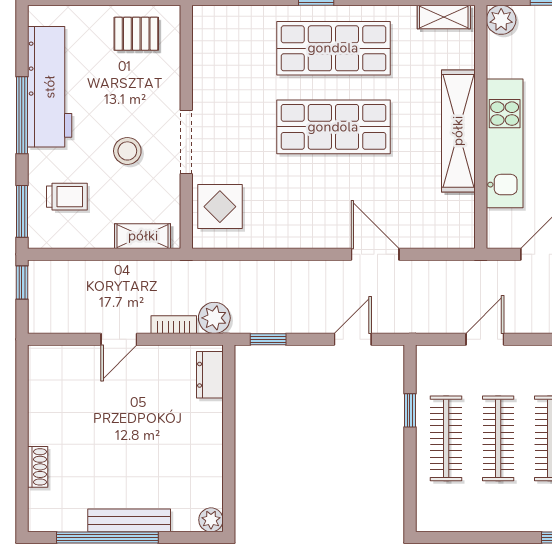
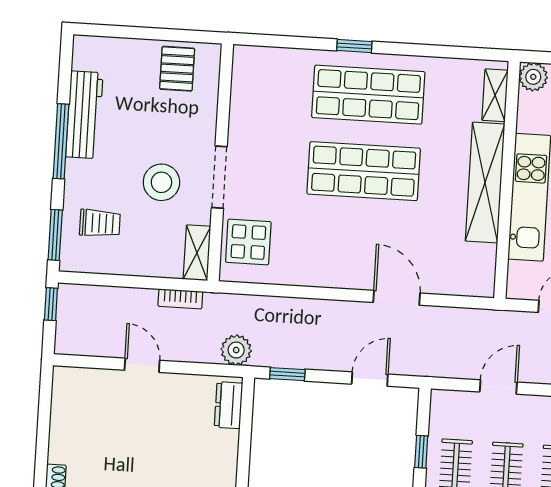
shelving: (444, 17) -> (495, 95), moved, turned 90
pallet: (136, 34) -> (177, 69), turned 90
workbench: (50, 87) -> (84, 115), width x0.73, depth x0.76
stool: (127, 151) -> (161, 182), width x1.38, depth x1.38
shelving: (143, 236) -> (197, 253), moved, turned 90
bookcase: (174, 325) -> (180, 299), moved, turned 180
door: (119, 339) -> (142, 365), swing flipped

